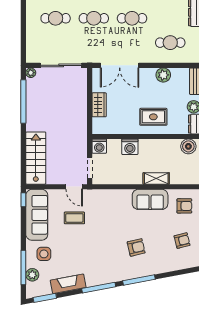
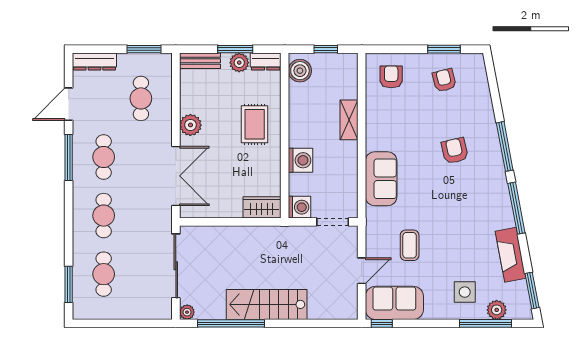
plant: (163, 75) -> (190, 125), moved
wardrobe: (99, 105) -> (262, 207), moved
stairs: (36, 158) -> (267, 304), moved
door: (74, 187) -> (362, 271), moved
sofa: (150, 199) -> (381, 179), moved
sofa: (37, 215) -> (394, 303), width x0.73

